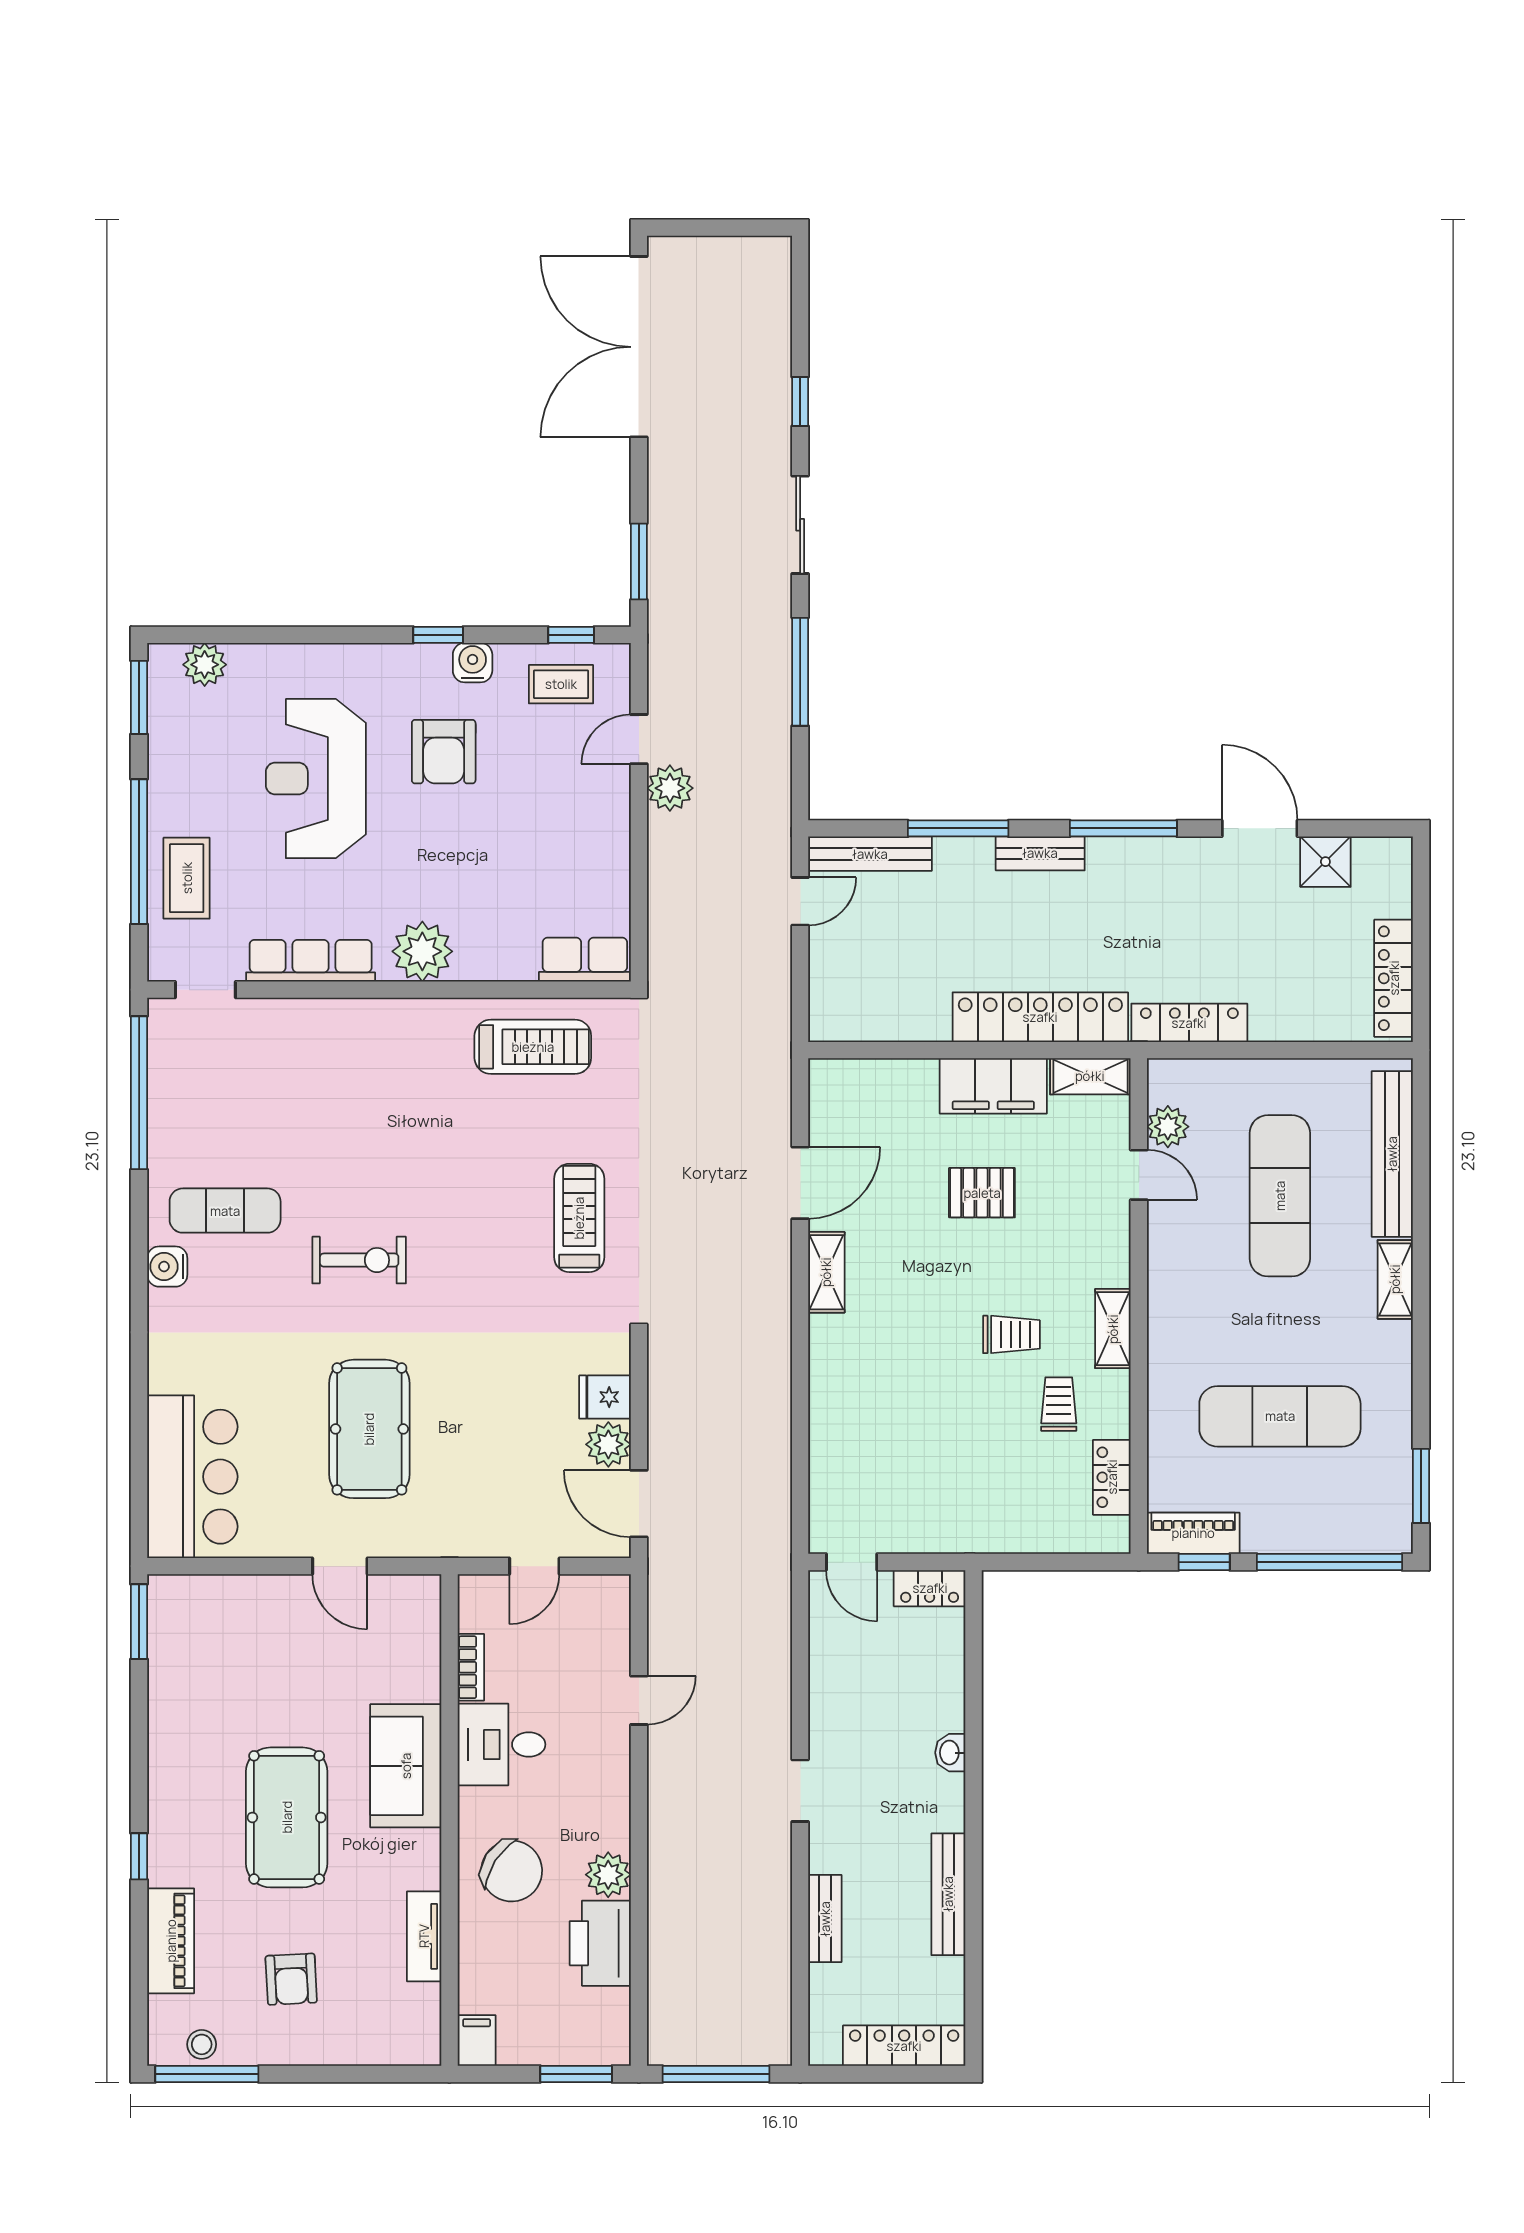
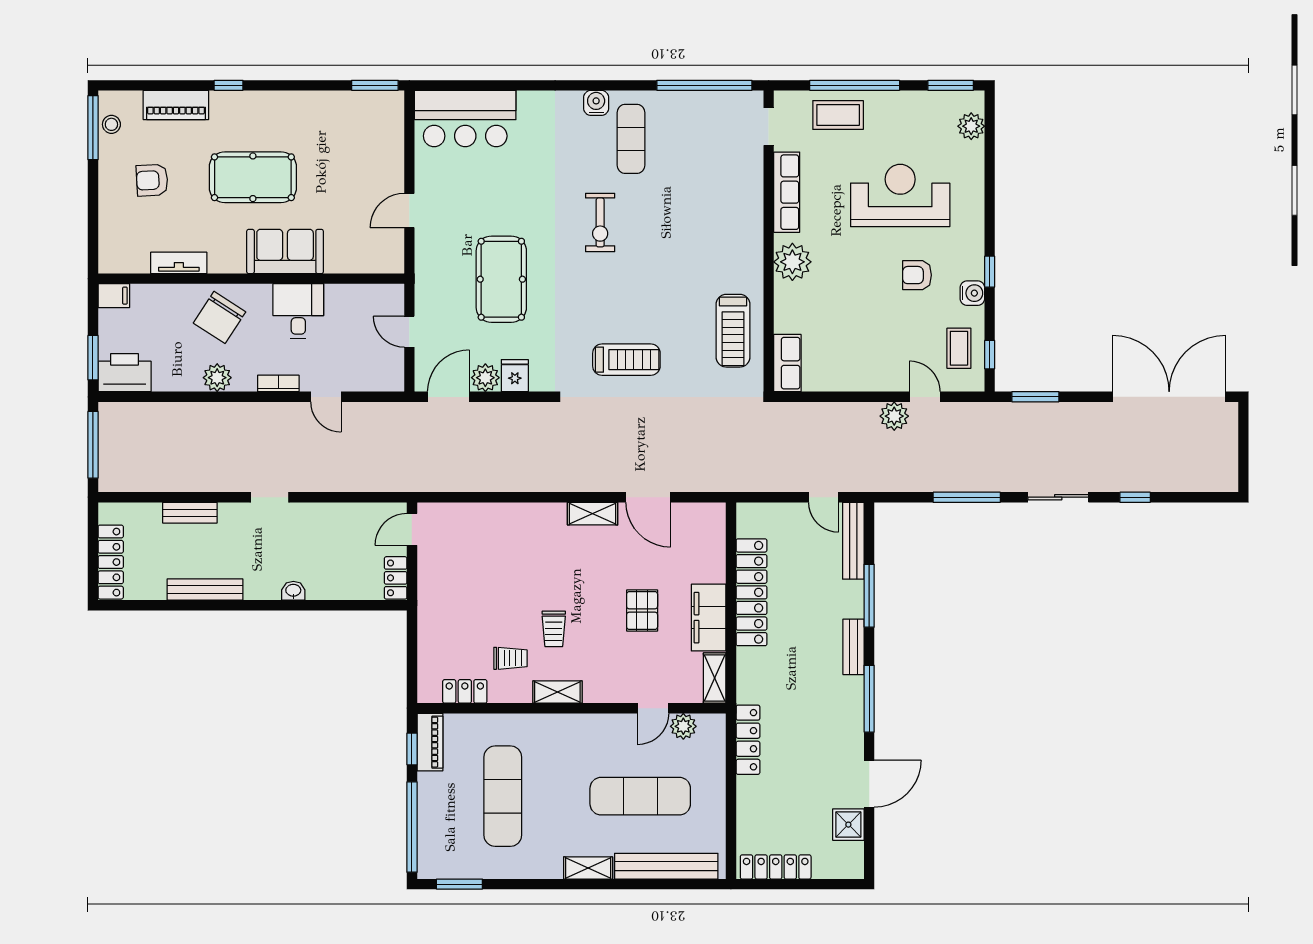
armchair: (444, 752) -> (917, 275), width x0.72, depth x0.72
locker: (1040, 1017) -> (751, 592), moved
pool table: (369, 1429) -> (501, 279), moved, turned 90
bookcase: (471, 1667) -> (278, 383), moved, turned 180
printer: (600, 1943) -> (125, 373), moved

